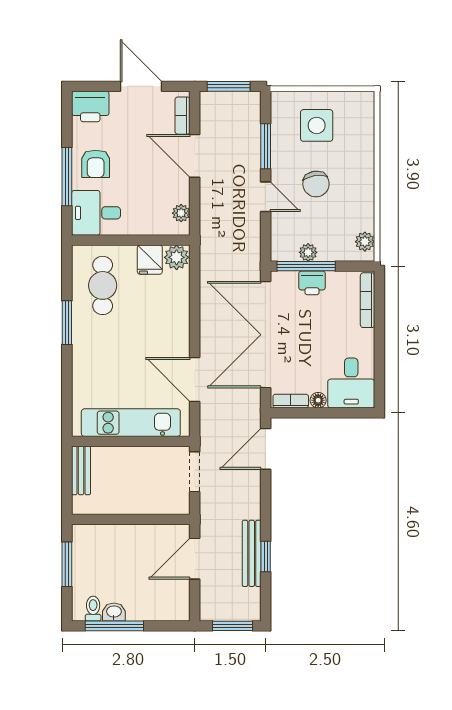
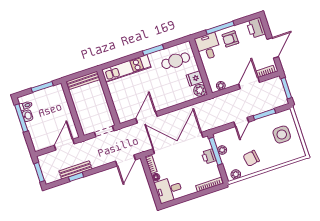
chair: (316, 184) -> (251, 158), moved
kitchen unit: (131, 423) -> (126, 68), moved, turned 90
door: (266, 449) -> (126, 161), swing flipped
bench: (81, 470) -> (83, 80), width x1.36
door: (195, 559) -> (64, 145), hinge flipped

